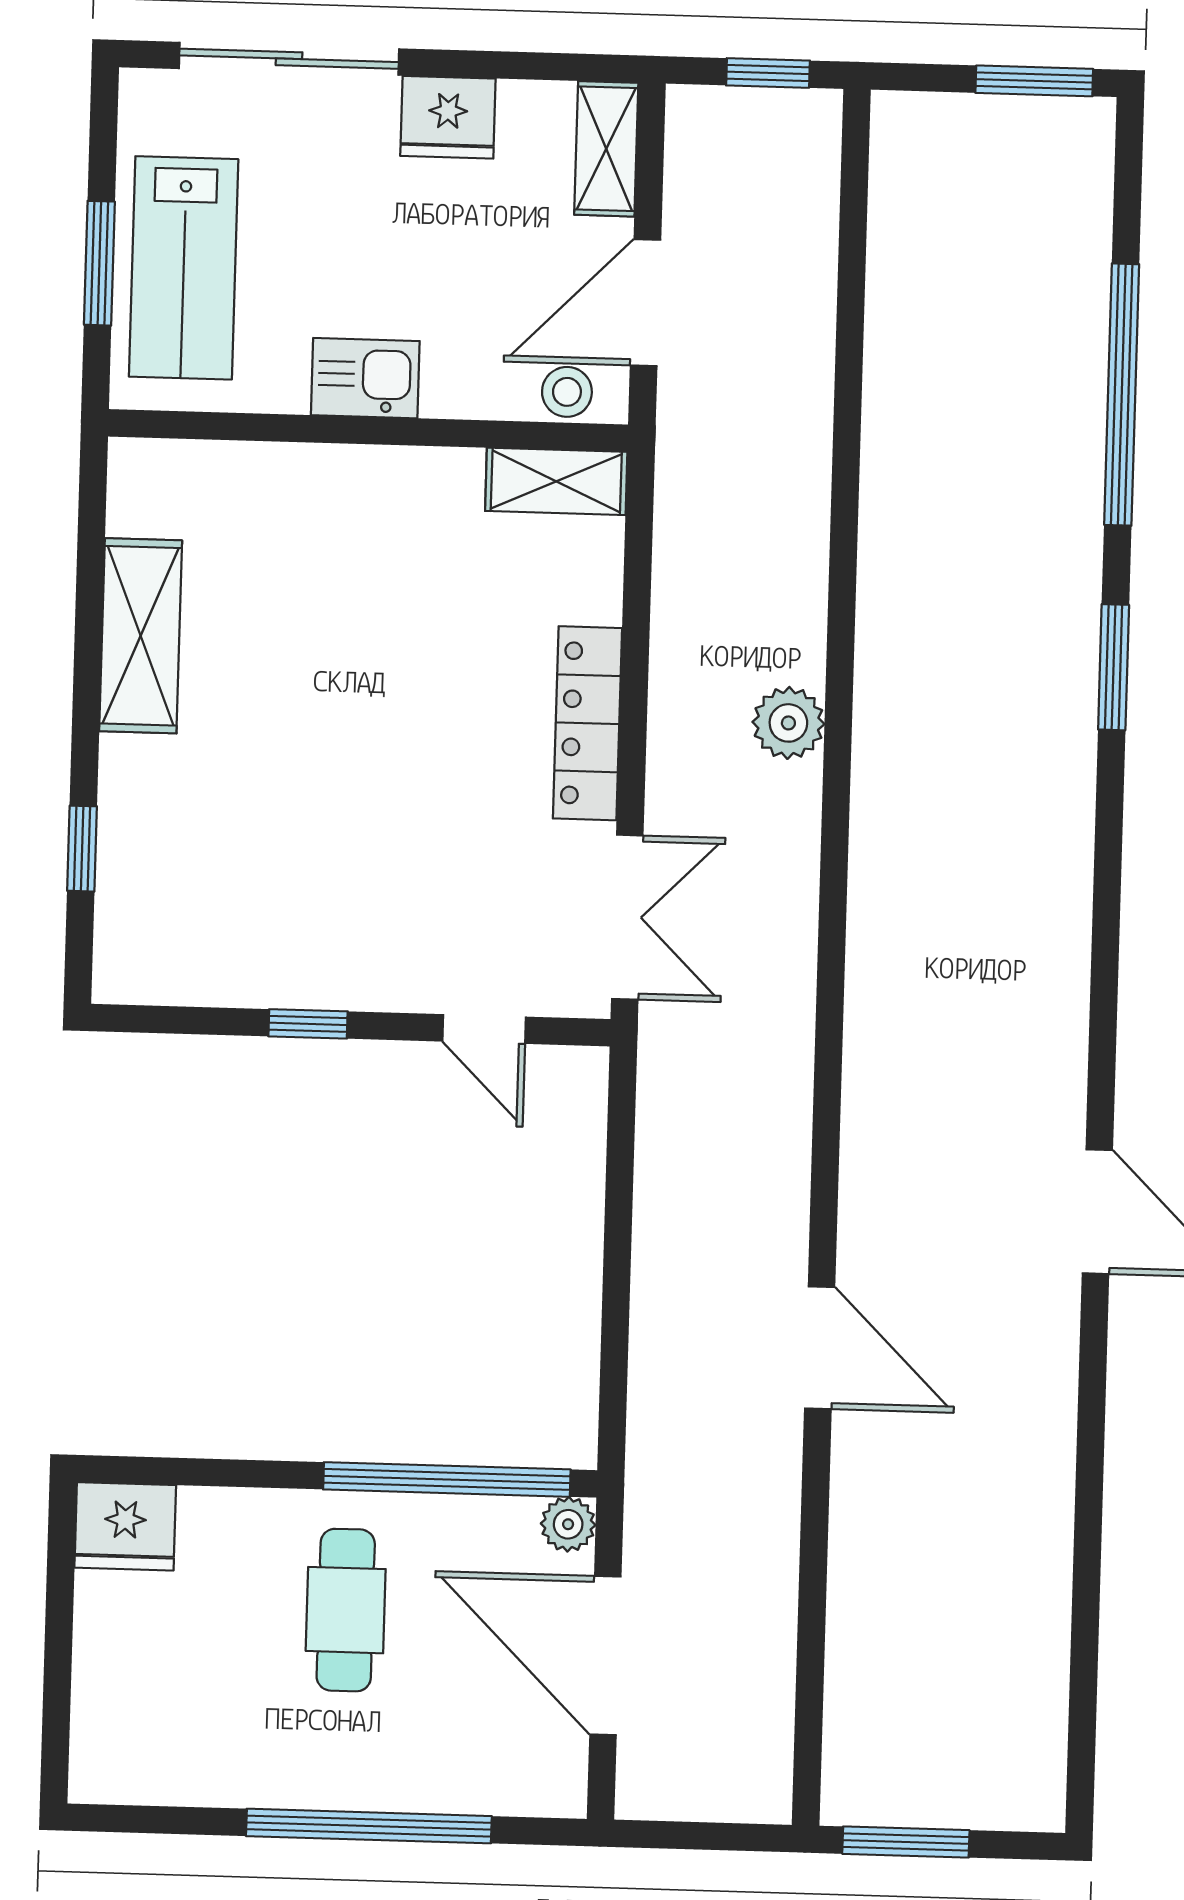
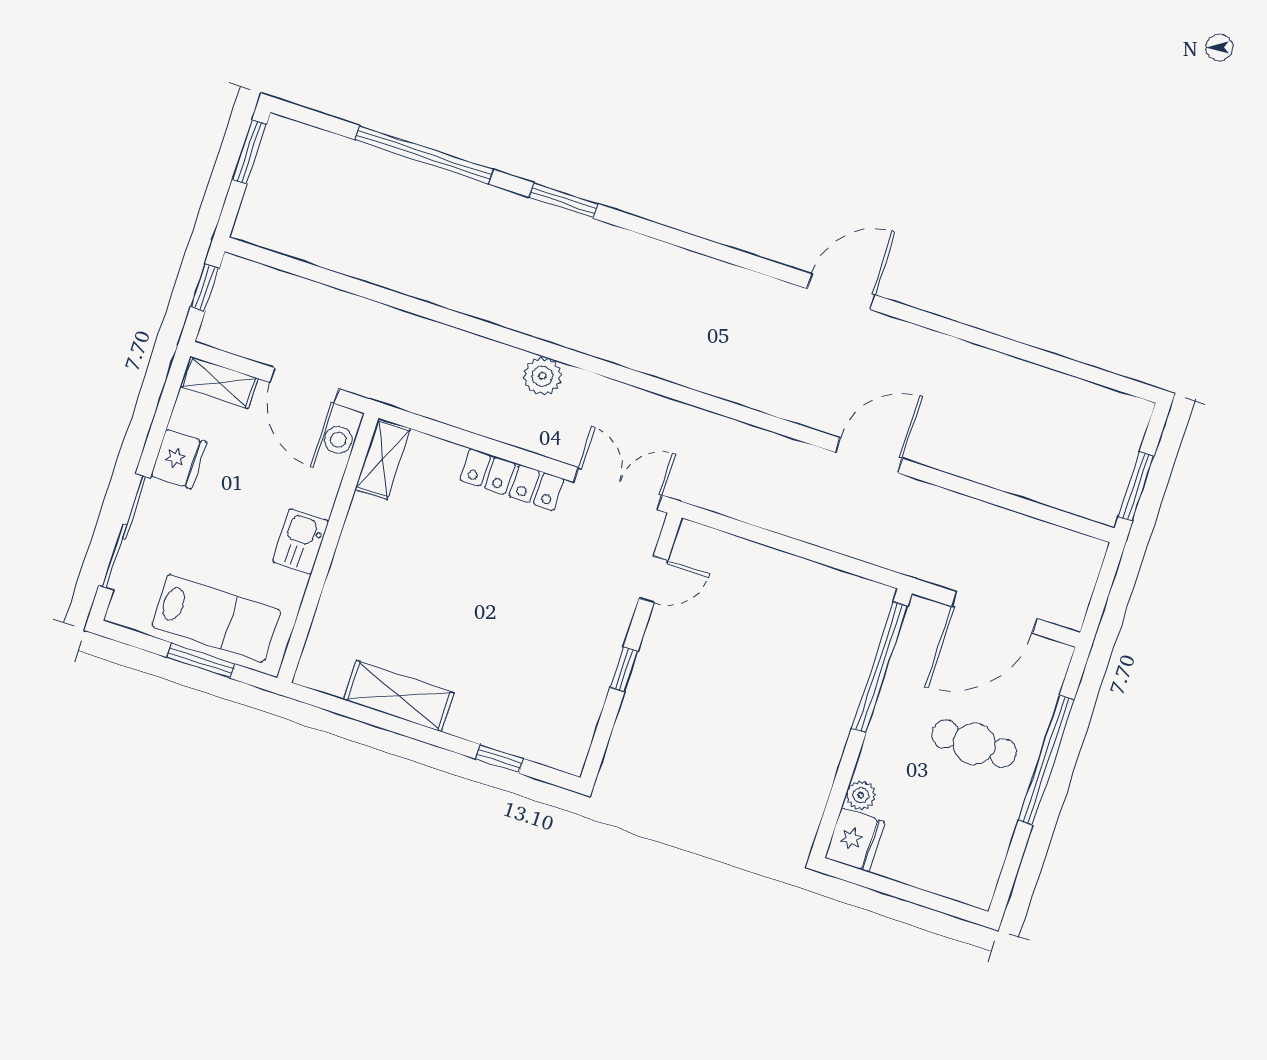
plant: (568, 1524) -> (861, 795), moved
cafe table: (346, 1610) -> (974, 744), moved

